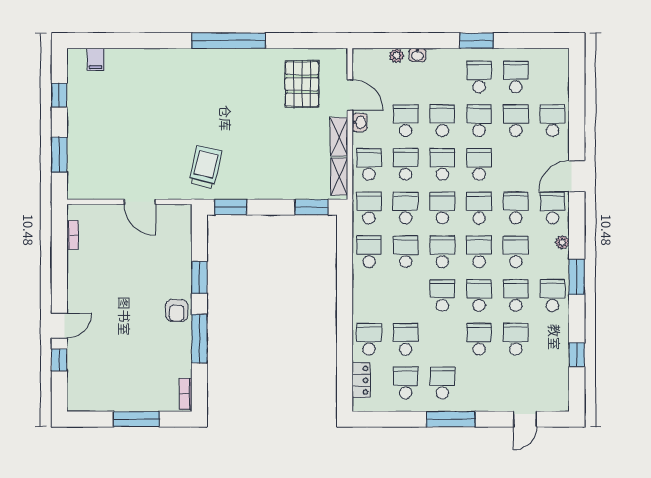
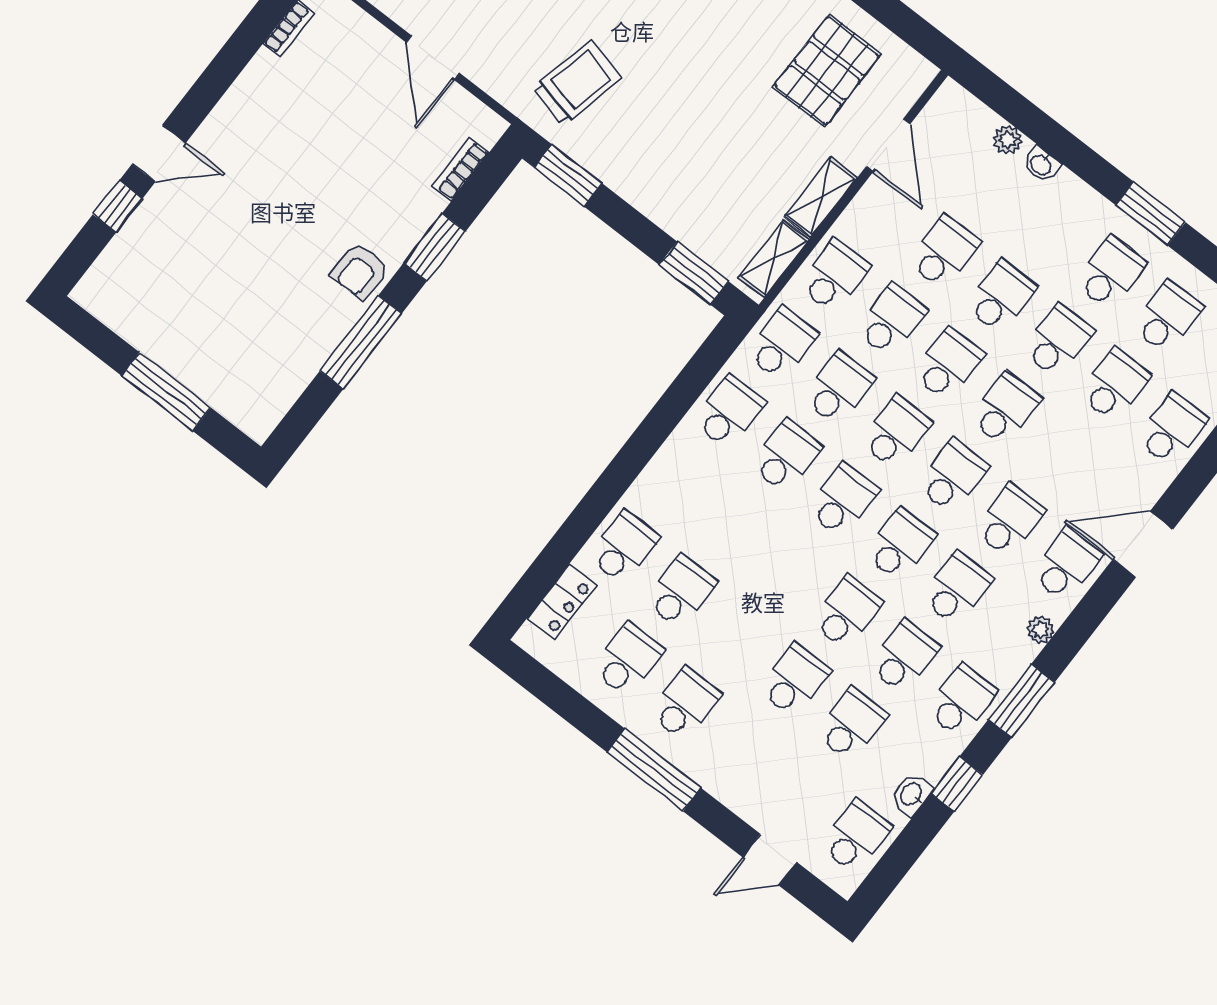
washbasin: (360, 122) -> (912, 794), moved, turned 180
school desk: (442, 296) -> (856, 836), moved
window: (577, 355) -> (957, 784), moved
bookcase: (186, 394) -> (461, 169), moved

